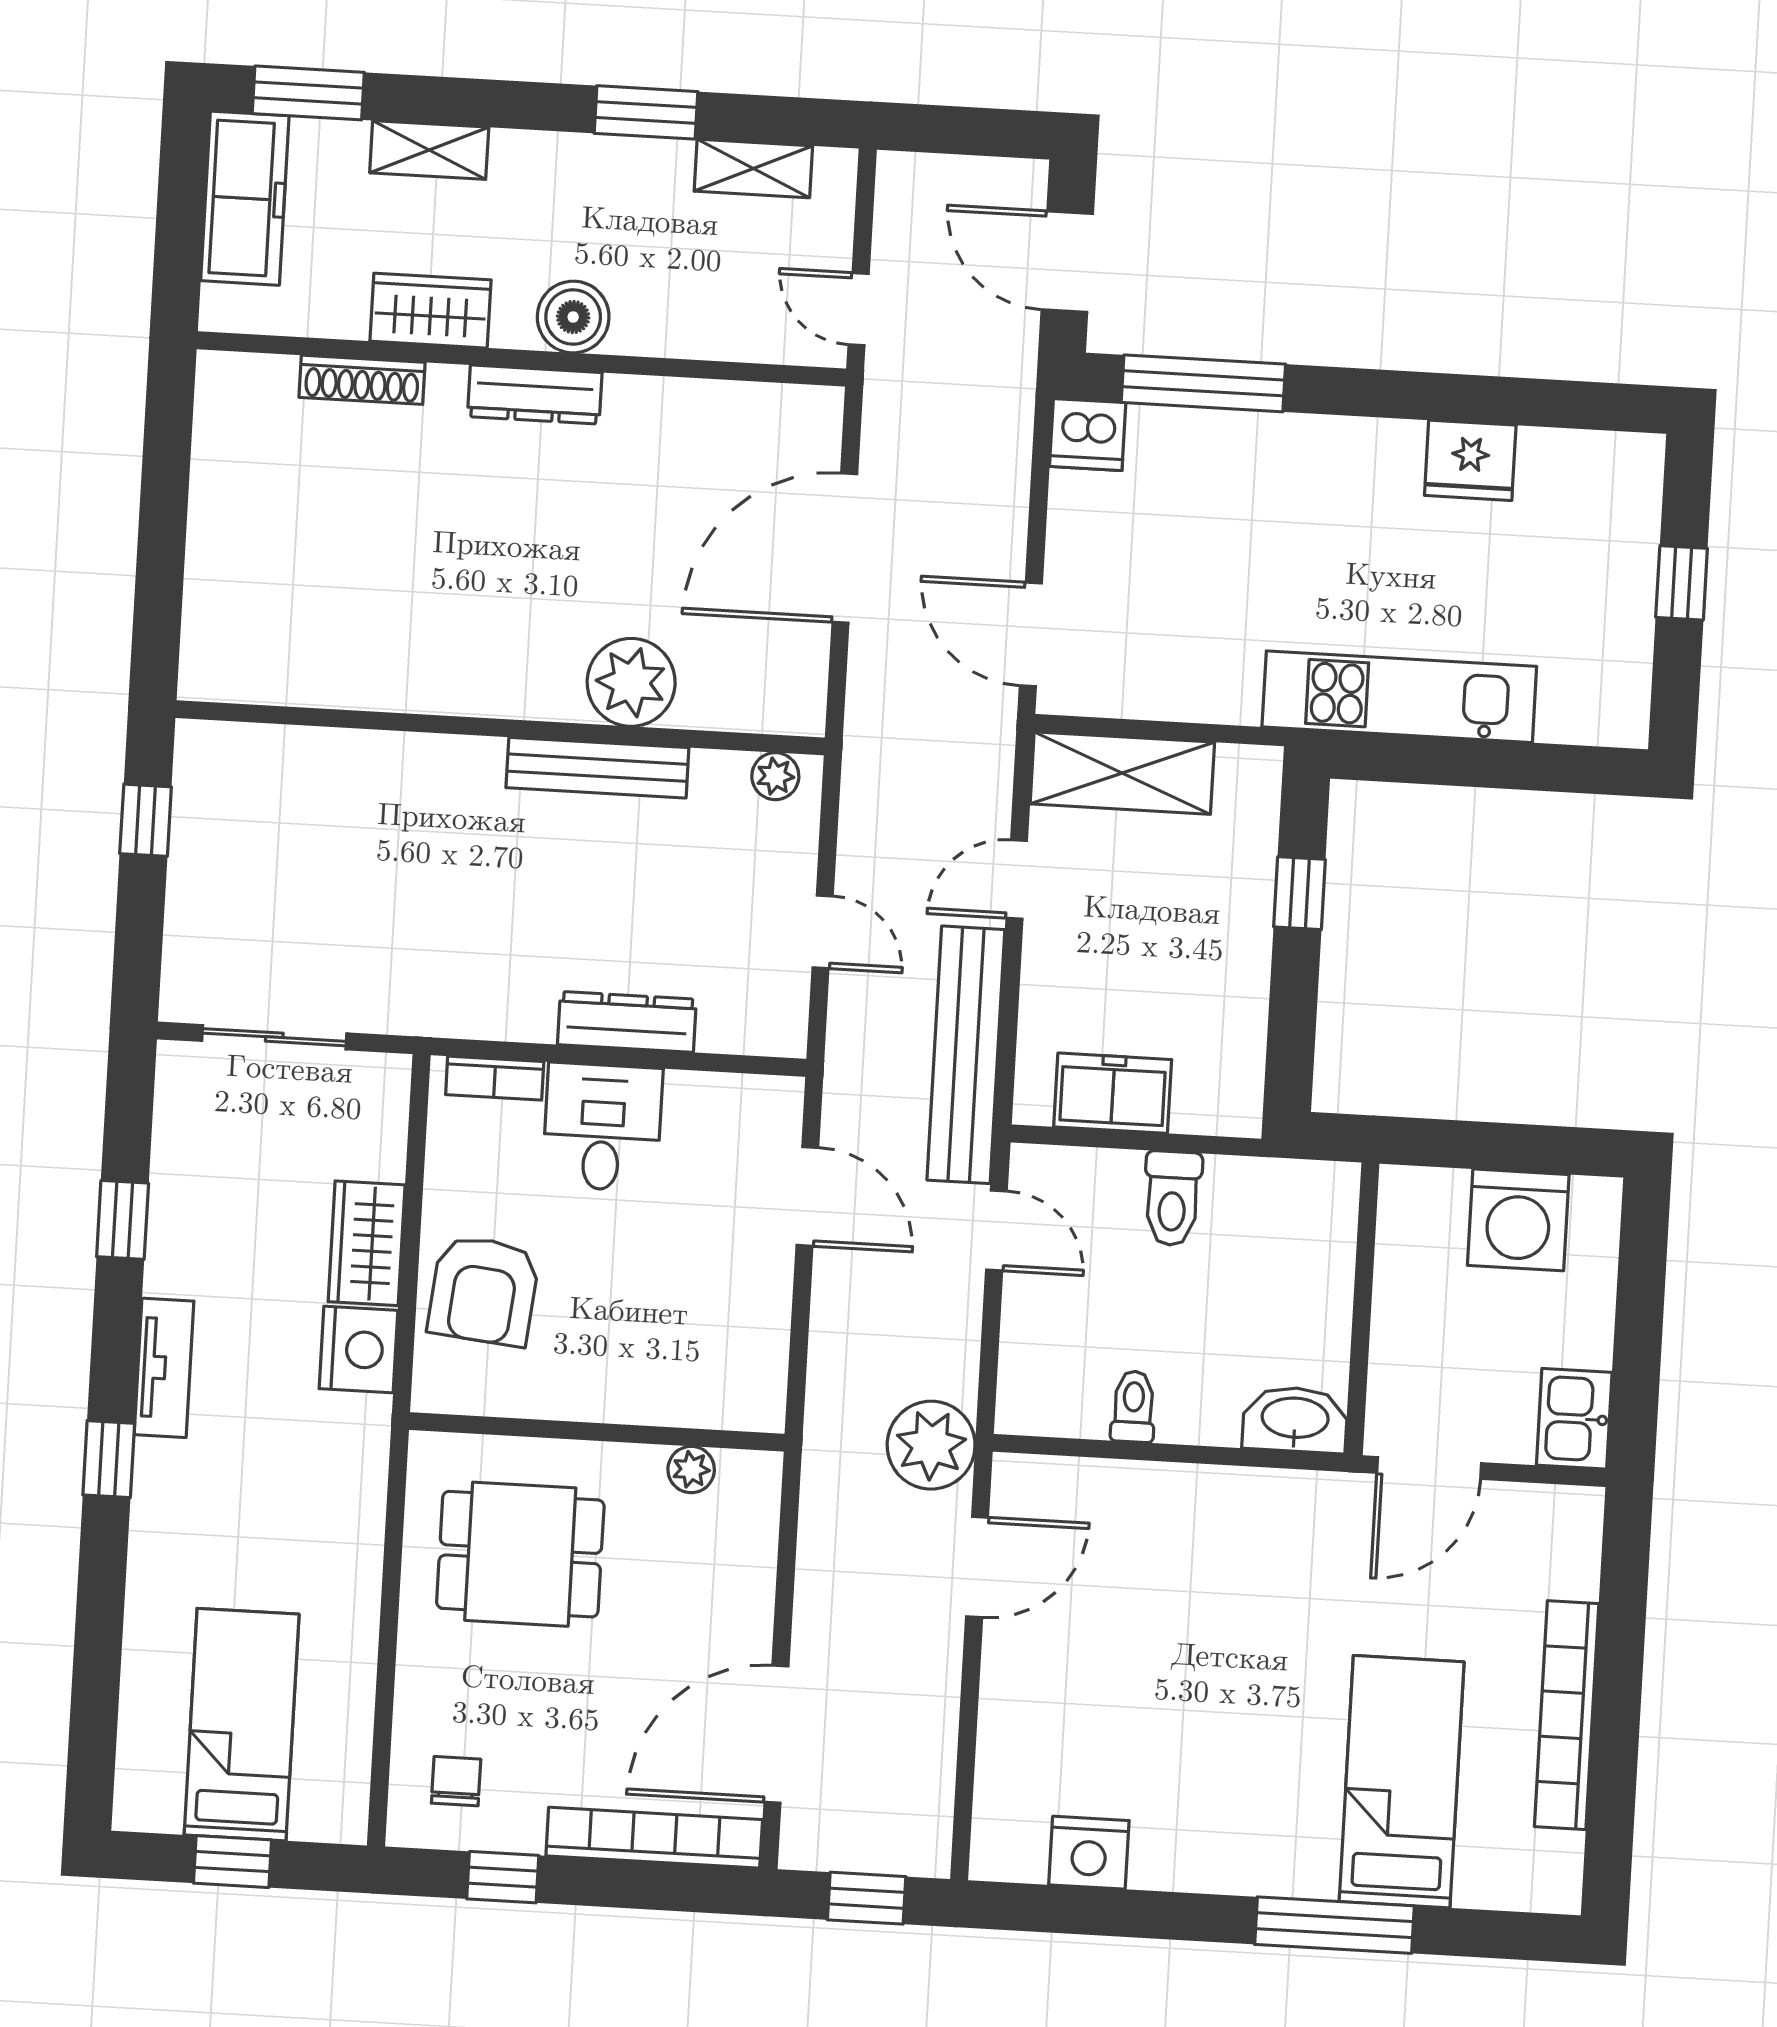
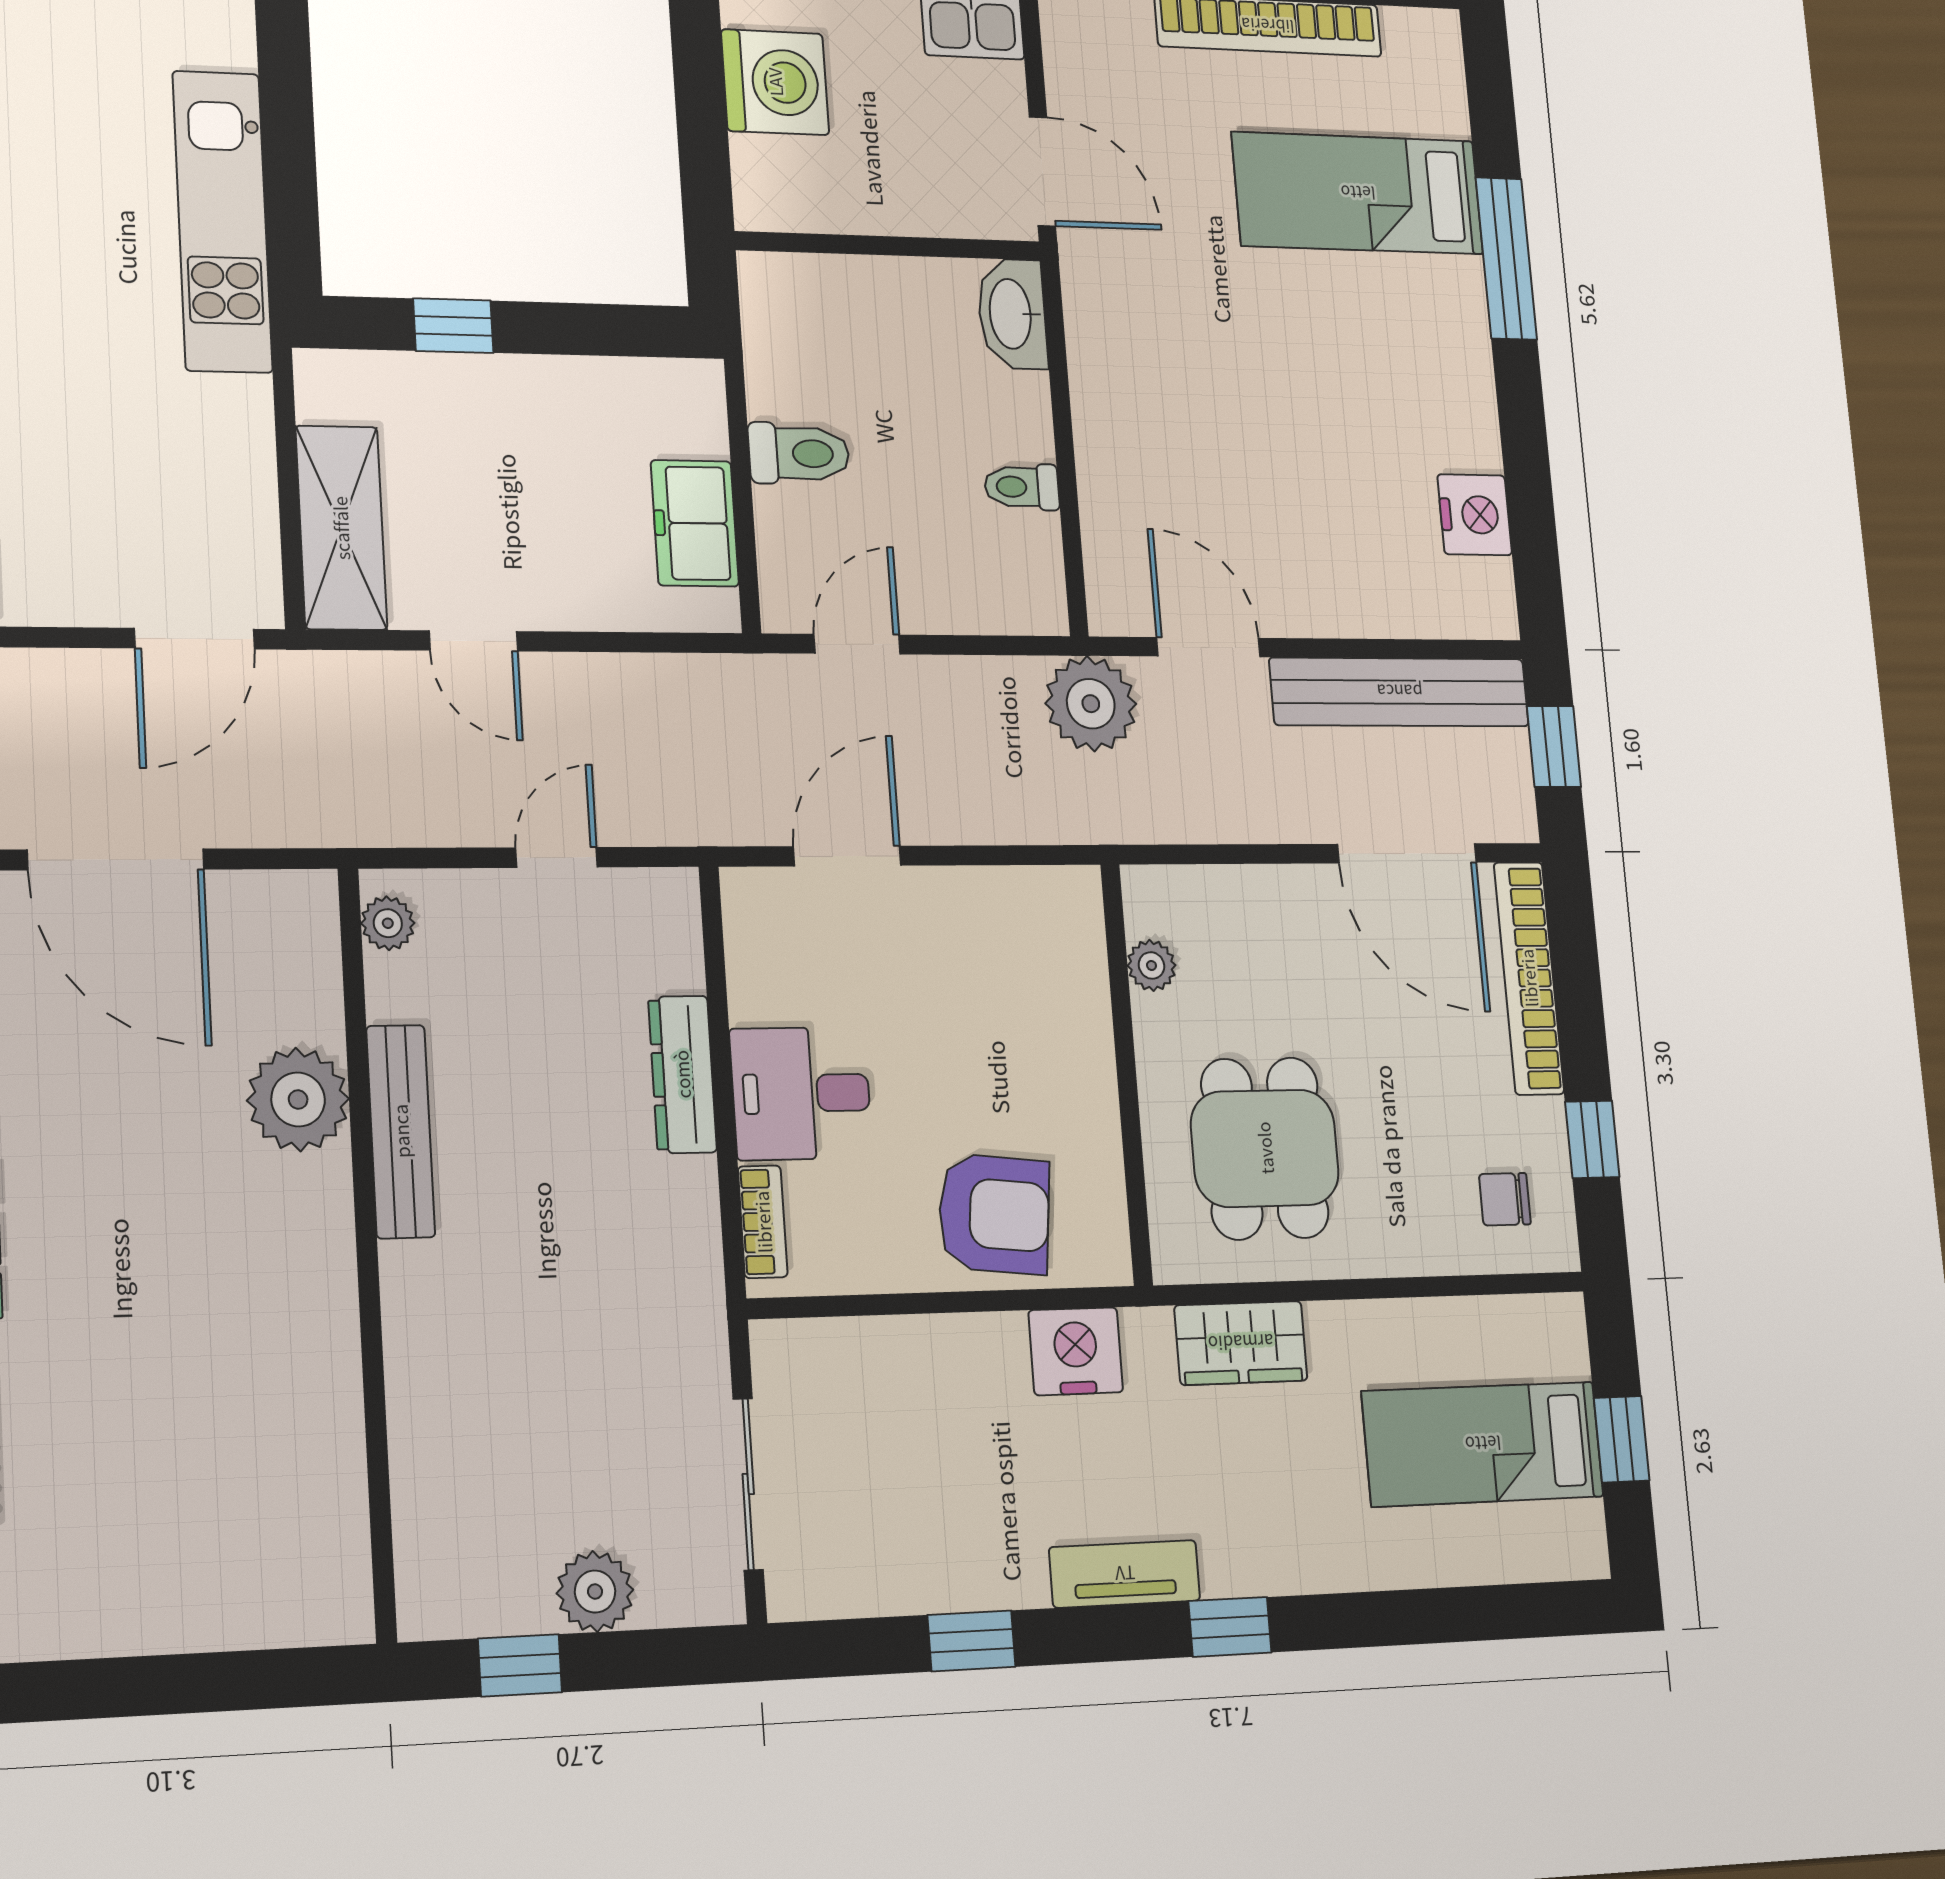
plant: (199, 892) -> (595, 1592), added
bench: (966, 1055) -> (1400, 692), moved
wardrobe: (367, 1243) -> (1241, 1343), moved

